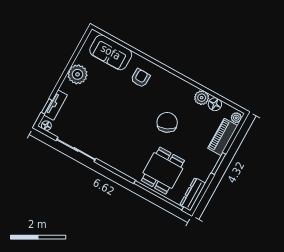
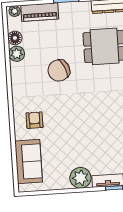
plant: (78, 74) -> (80, 178), moved
armchair: (140, 78) -> (34, 120), turned 89

